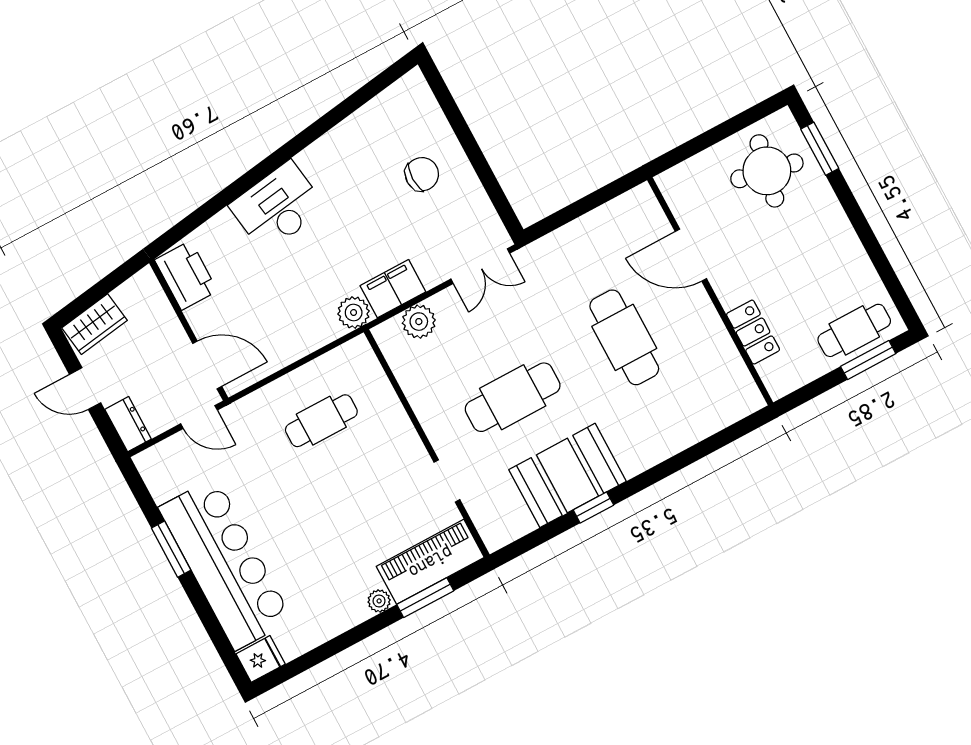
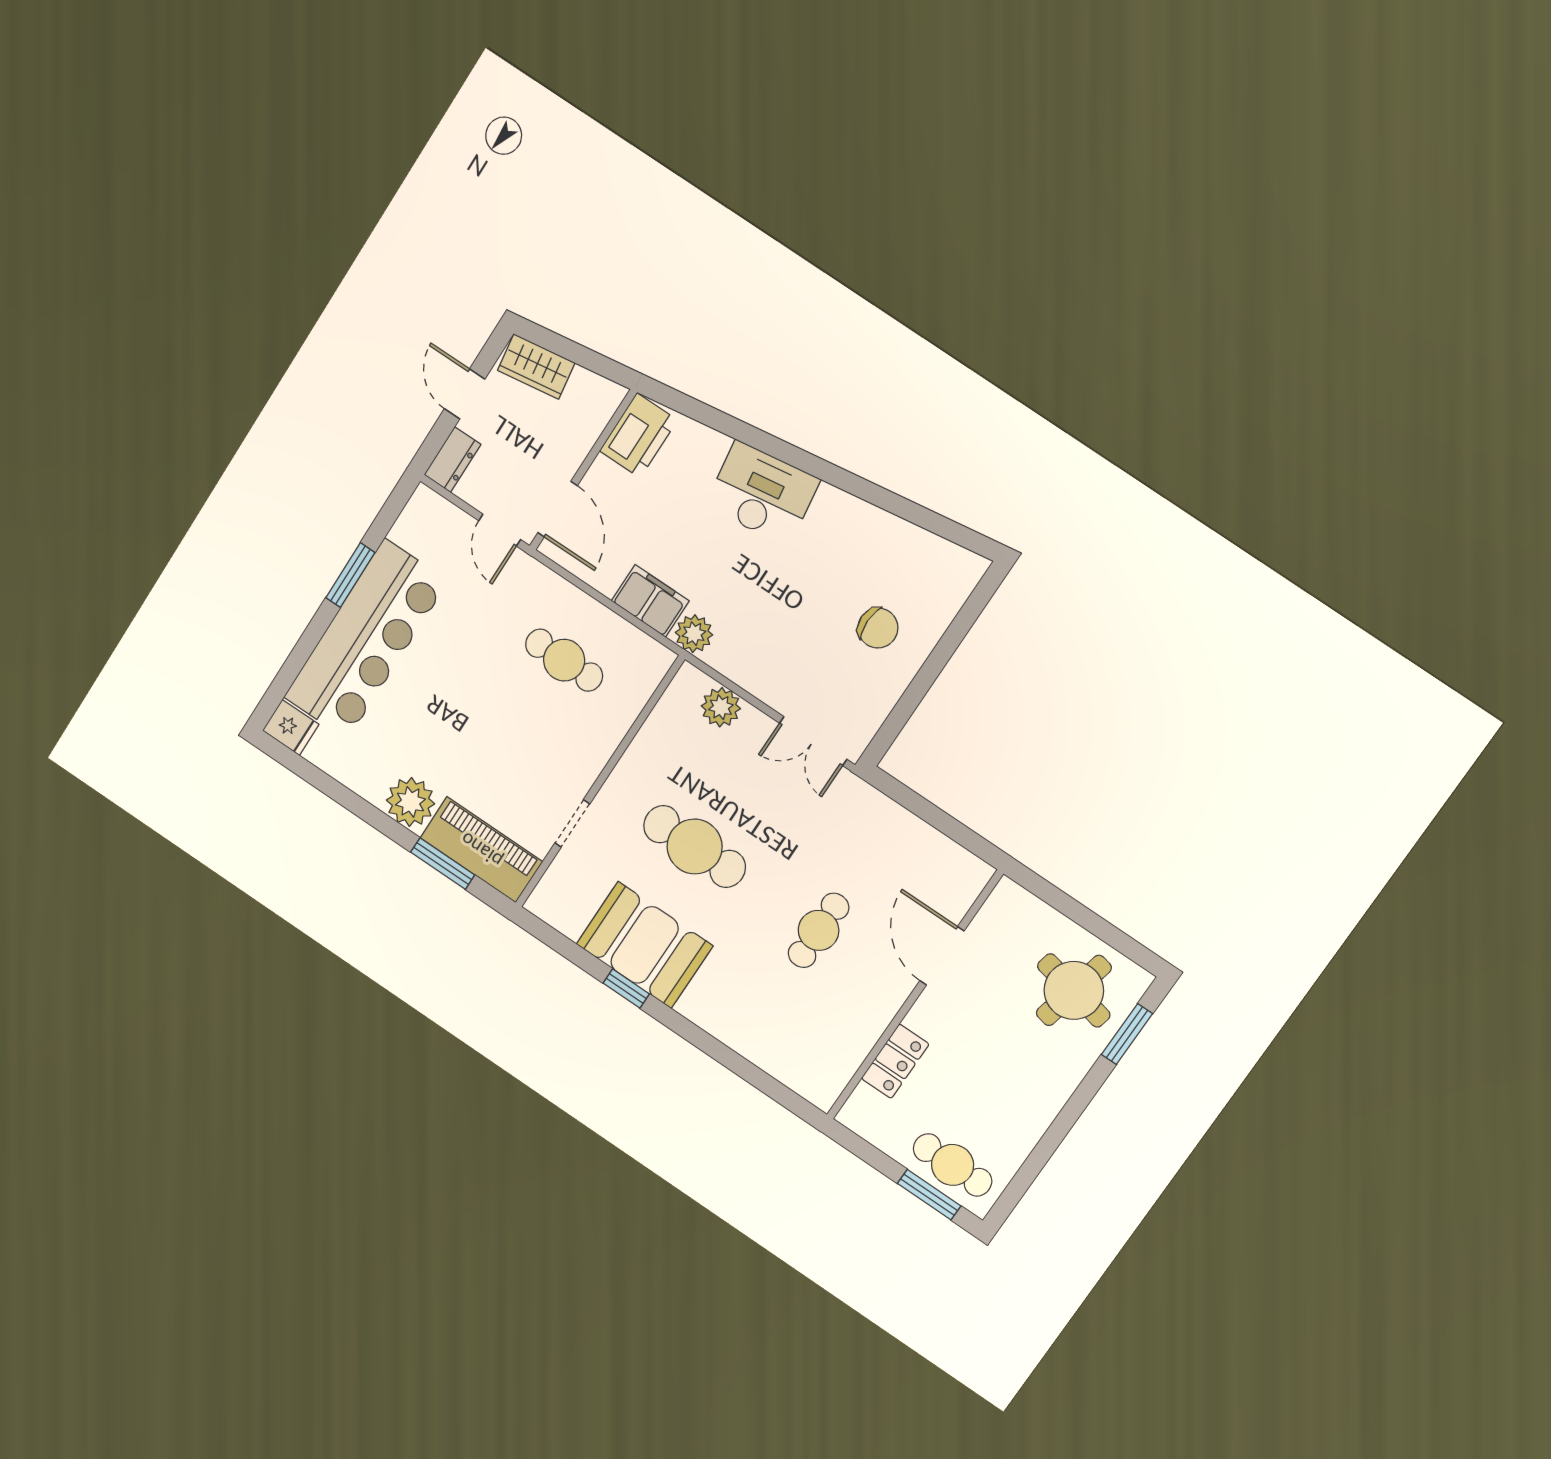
filing cabinet: (393, 289) -> (650, 601), moved
cafe table: (624, 337) -> (819, 930), width x0.73, depth x0.74
plant: (379, 601) -> (410, 802), width x1.88, depth x1.88

